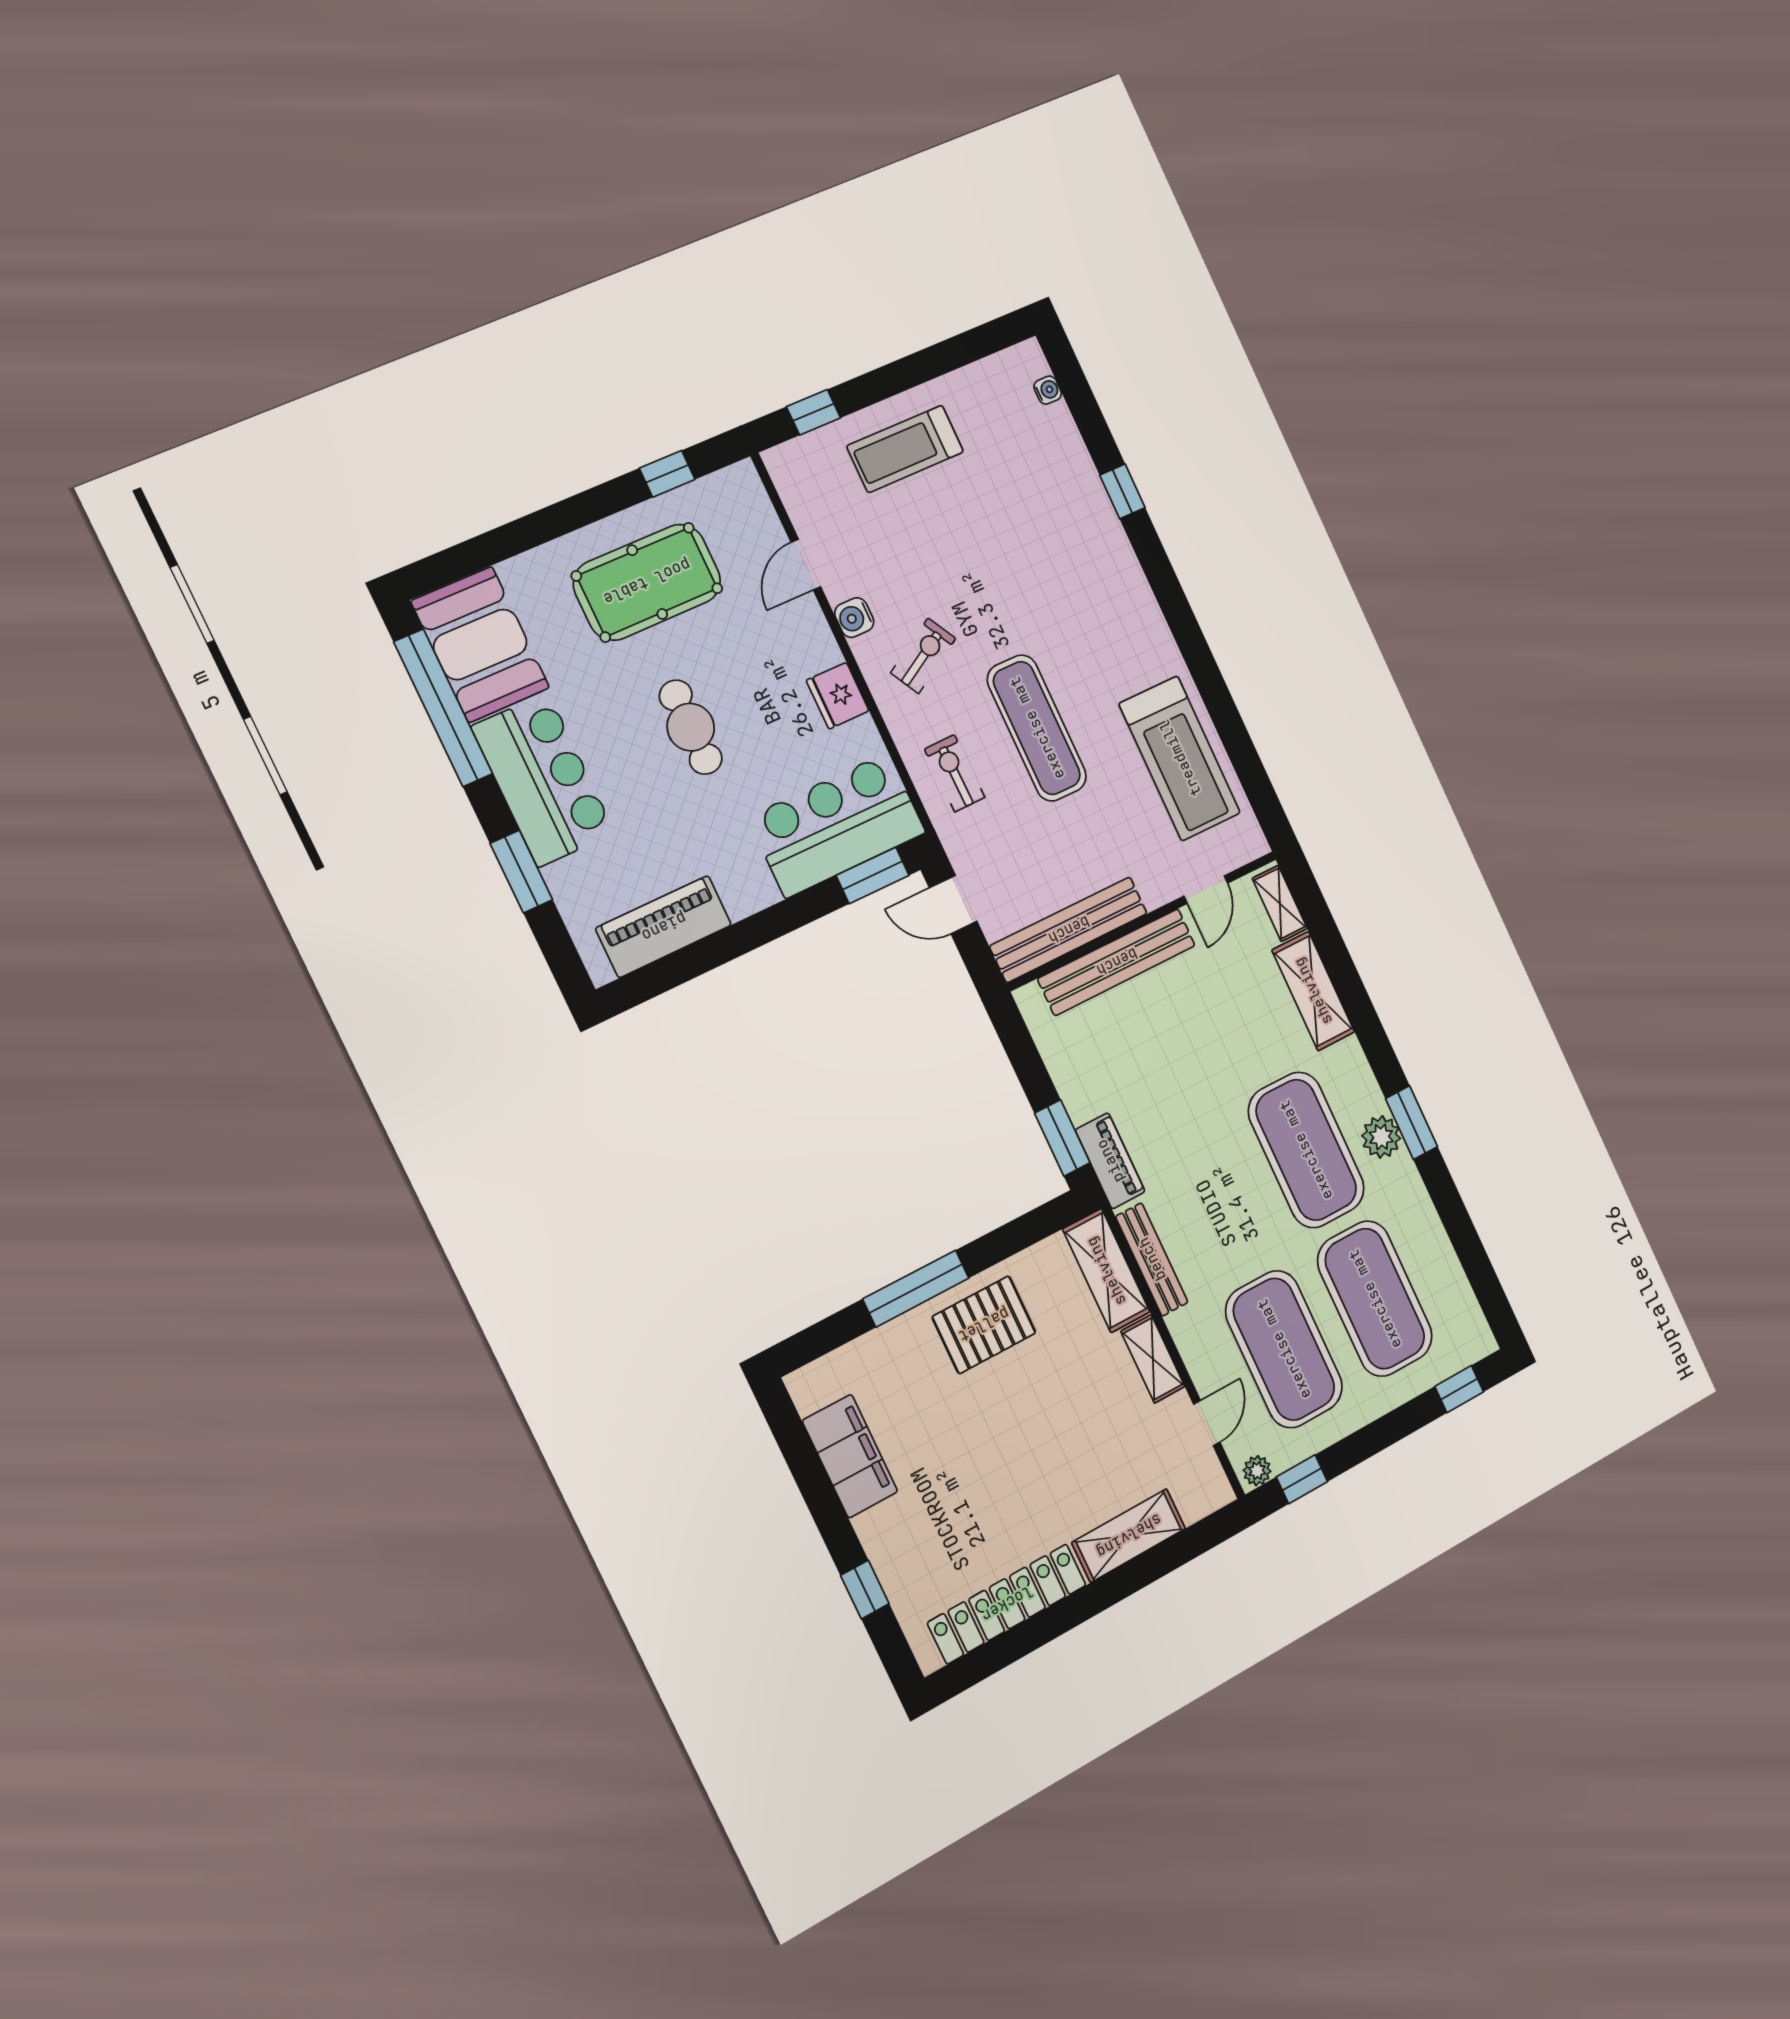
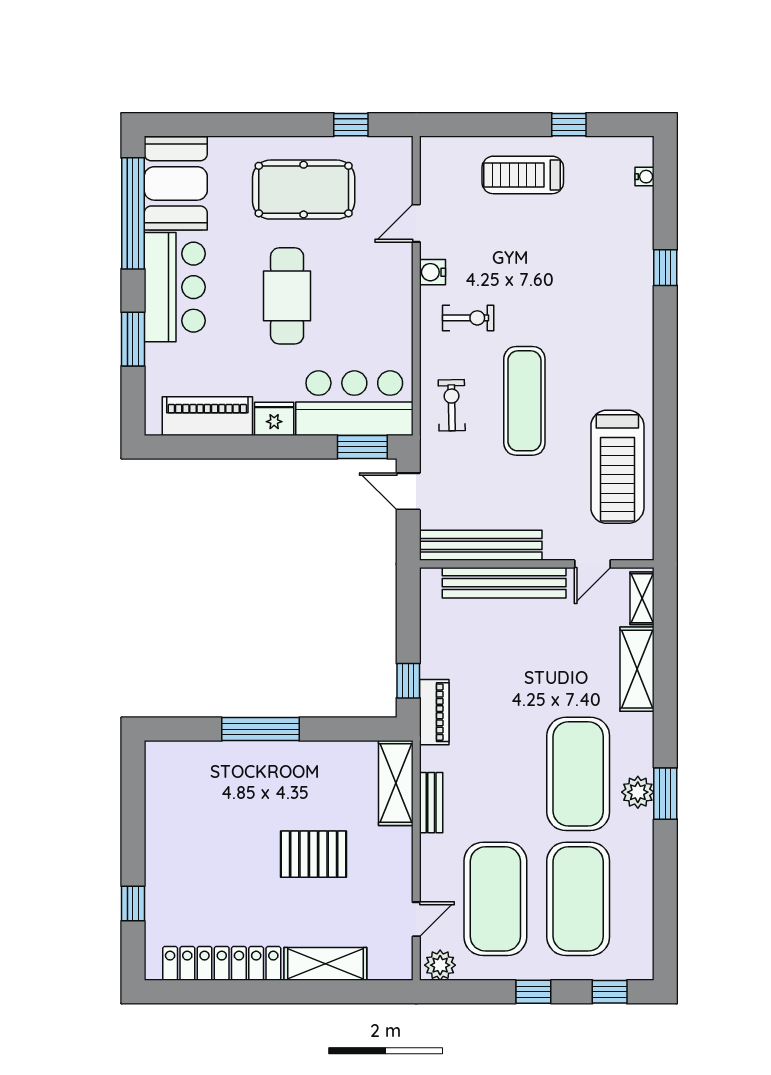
window: (814, 412) -> (569, 125), moved
exercise bike: (923, 656) -> (468, 318), turned 30
fridge: (838, 696) -> (274, 419), moved, turned 90
cafe table: (691, 727) -> (287, 296), width x1.37, depth x1.35
window: (1062, 1138) -> (408, 681), width x0.67
bench: (1152, 1259) -> (431, 803), width x0.73
pallet: (984, 1325) -> (314, 854), moved
shelving: (1153, 1359) -> (399, 857), removed
filing cabinet: (850, 1456) -> (165, 814), removed
plant: (1257, 1471) -> (440, 965), width x1.38, depth x1.38
window: (1302, 1479) -> (533, 992), moved

